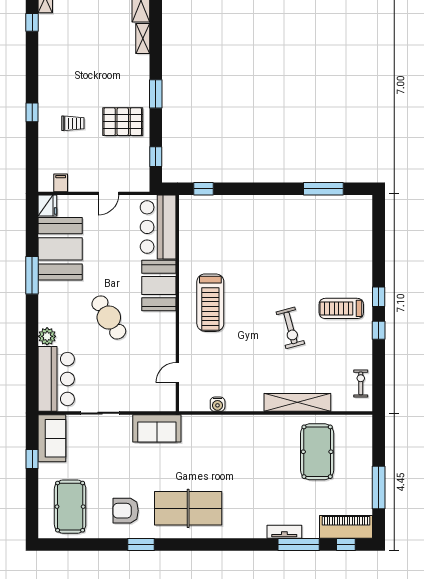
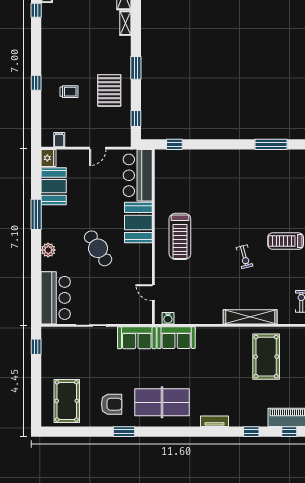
pallet: (123, 122) -> (109, 90), turned 90
booth: (60, 249) -> (54, 186), width x0.73, depth x0.70
exercise bike: (290, 328) -> (245, 257), width x0.73, depth x0.72
plant: (47, 336) -> (48, 250), moved
door: (177, 373) -> (153, 293), hinge flipped
water cooler: (218, 404) -> (168, 318), moved
sofa: (52, 438) -> (176, 338), moved, turned 90
window: (32, 459) -> (36, 347), moved
armchair: (126, 511) -> (112, 404), turned 180
tv unit: (284, 532) -> (214, 421), moved
window: (299, 545) -> (251, 432), width x0.46

